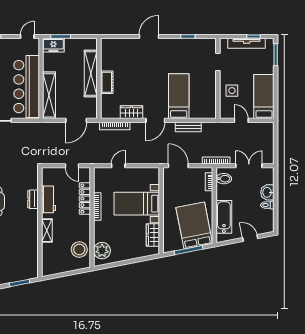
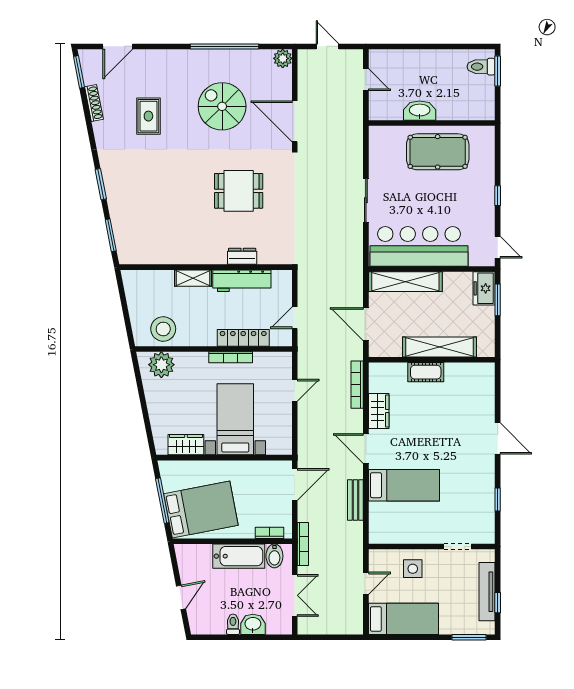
door: (118, 166) -> (295, 390), hinge flipped
workbench: (49, 199) -> (242, 281), width x1.38
bathtub: (224, 217) -> (239, 556), moved

